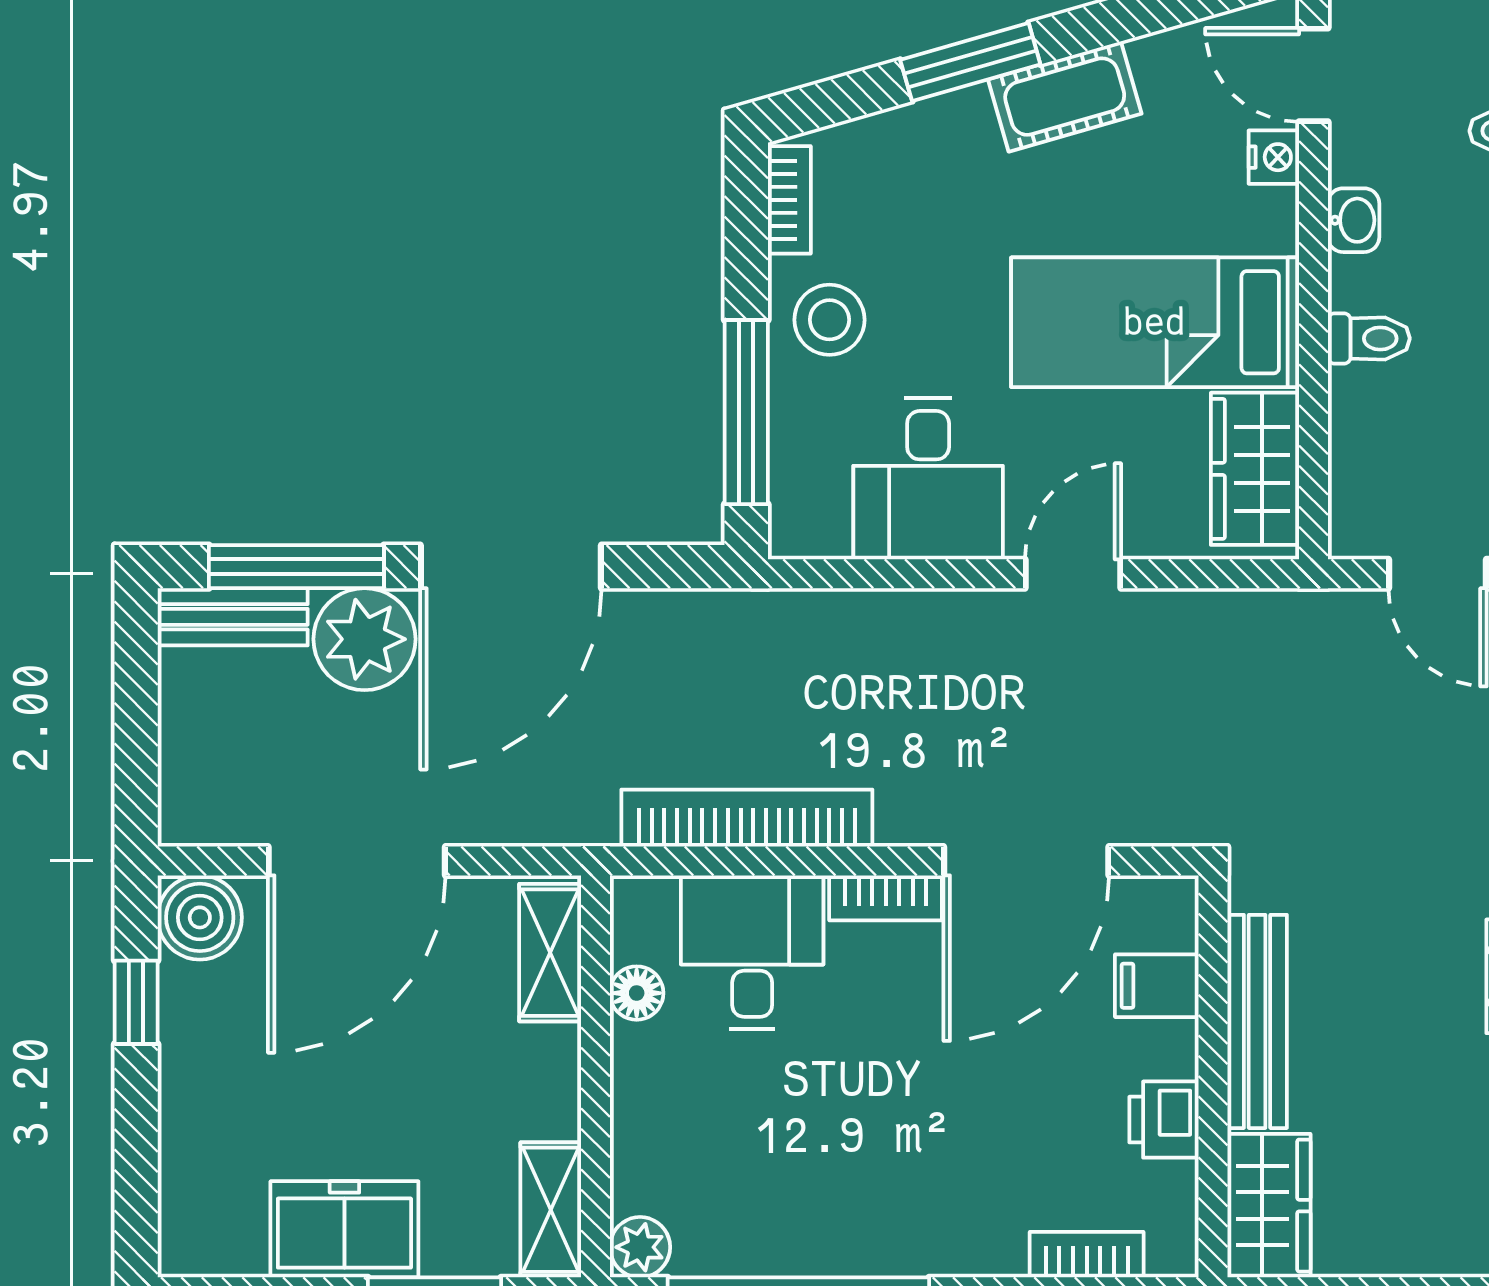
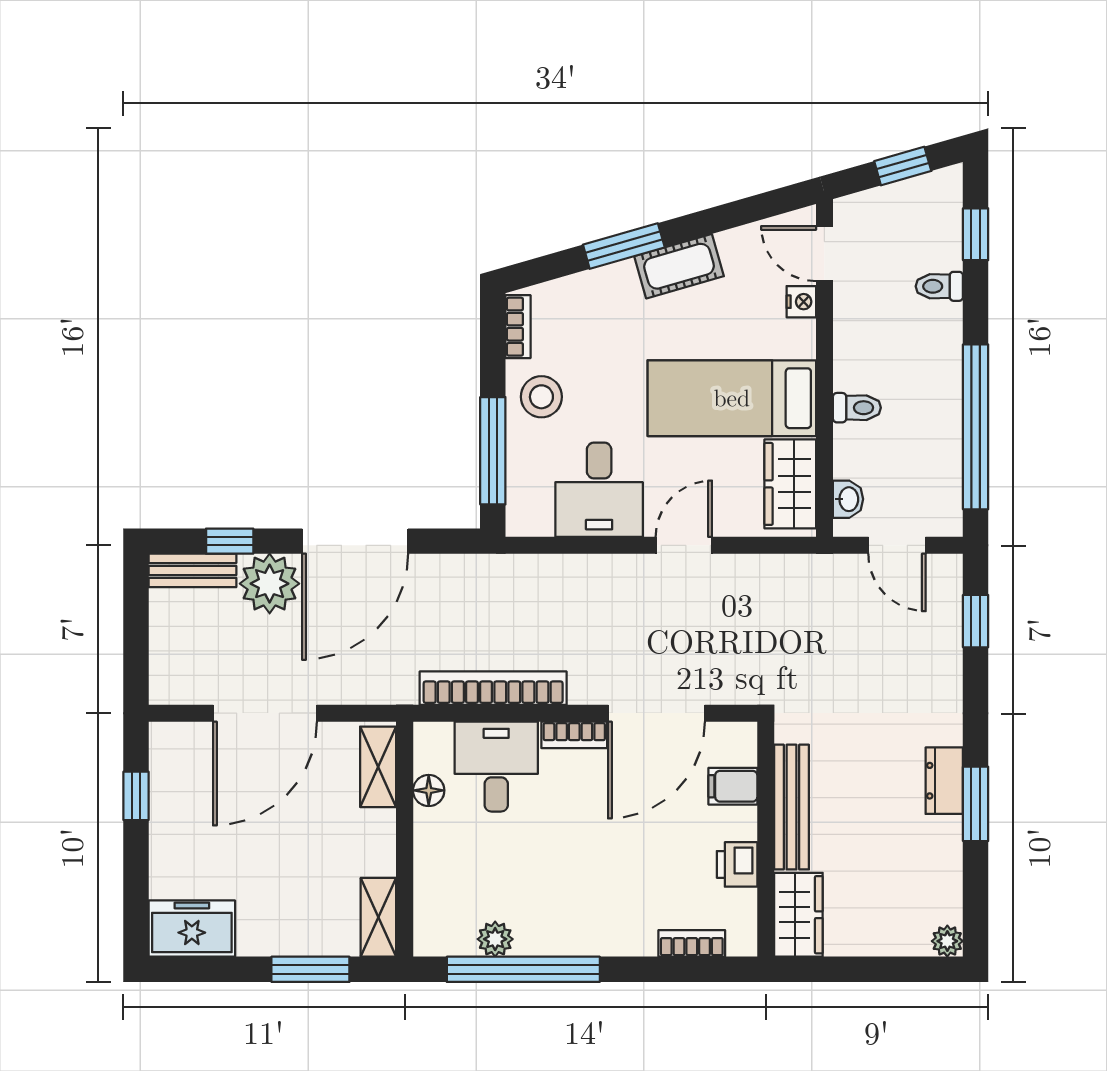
washbasin: (1354, 220) -> (848, 499), moved
window: (296, 567) -> (230, 541), width x0.46
boiler: (200, 917) -> (173, 746), removed
freezer: (344, 1229) -> (192, 929), moved
plant: (640, 1247) -> (495, 939), moved

